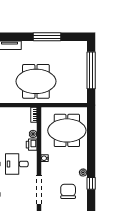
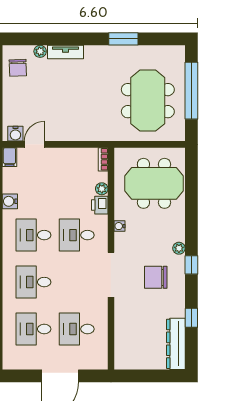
window: (47, 37) -> (123, 39), width x0.69
meeting table: (36, 81) -> (148, 101), moved, turned 90
chair: (68, 191) -> (156, 277), turned -90

